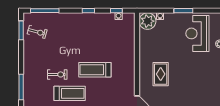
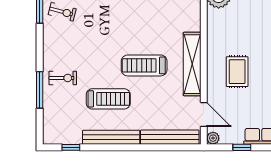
shelving: (129, 69) -> (192, 64), added
exercise bike: (57, 74) -> (63, 78), moved

